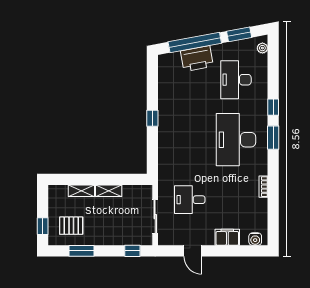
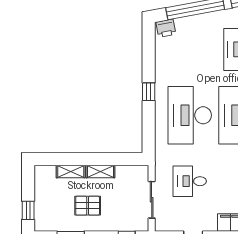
printer: (197, 59) -> (166, 28), moved, width x0.53, depth x0.68
desk: (190, 140) -> (190, 115), added
pallet: (71, 226) -> (88, 206), moved

